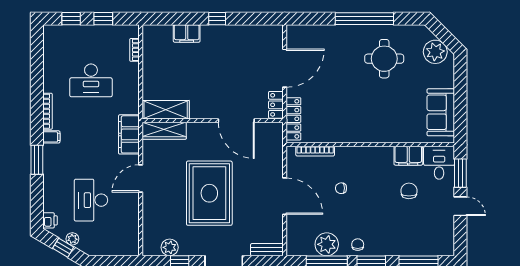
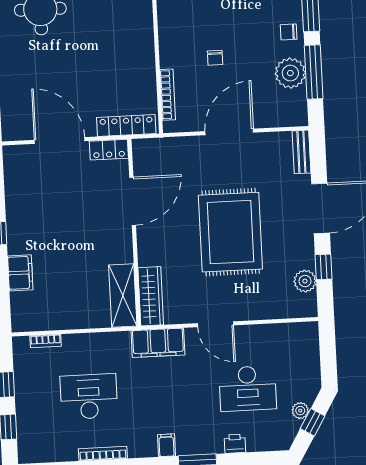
desk: (91, 80) -> (89, 397), turned -90
bookcase: (48, 111) -> (103, 454), moved
rug: (209, 193) -> (230, 232), turned 90
printer: (50, 220) -> (235, 444), moved

